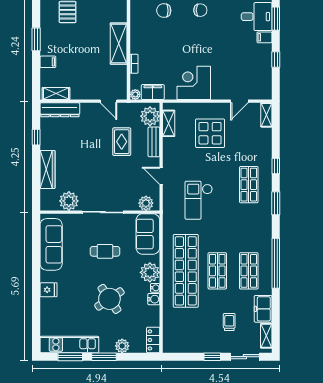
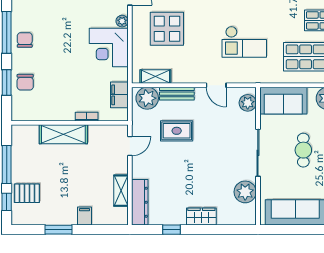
shelving: (56, 93) -> (121, 191), moved
plant: (135, 94) -> (122, 21), moved
wardrobe: (47, 169) -> (201, 217), width x0.67
door: (161, 176) -> (216, 85), hinge flipped

